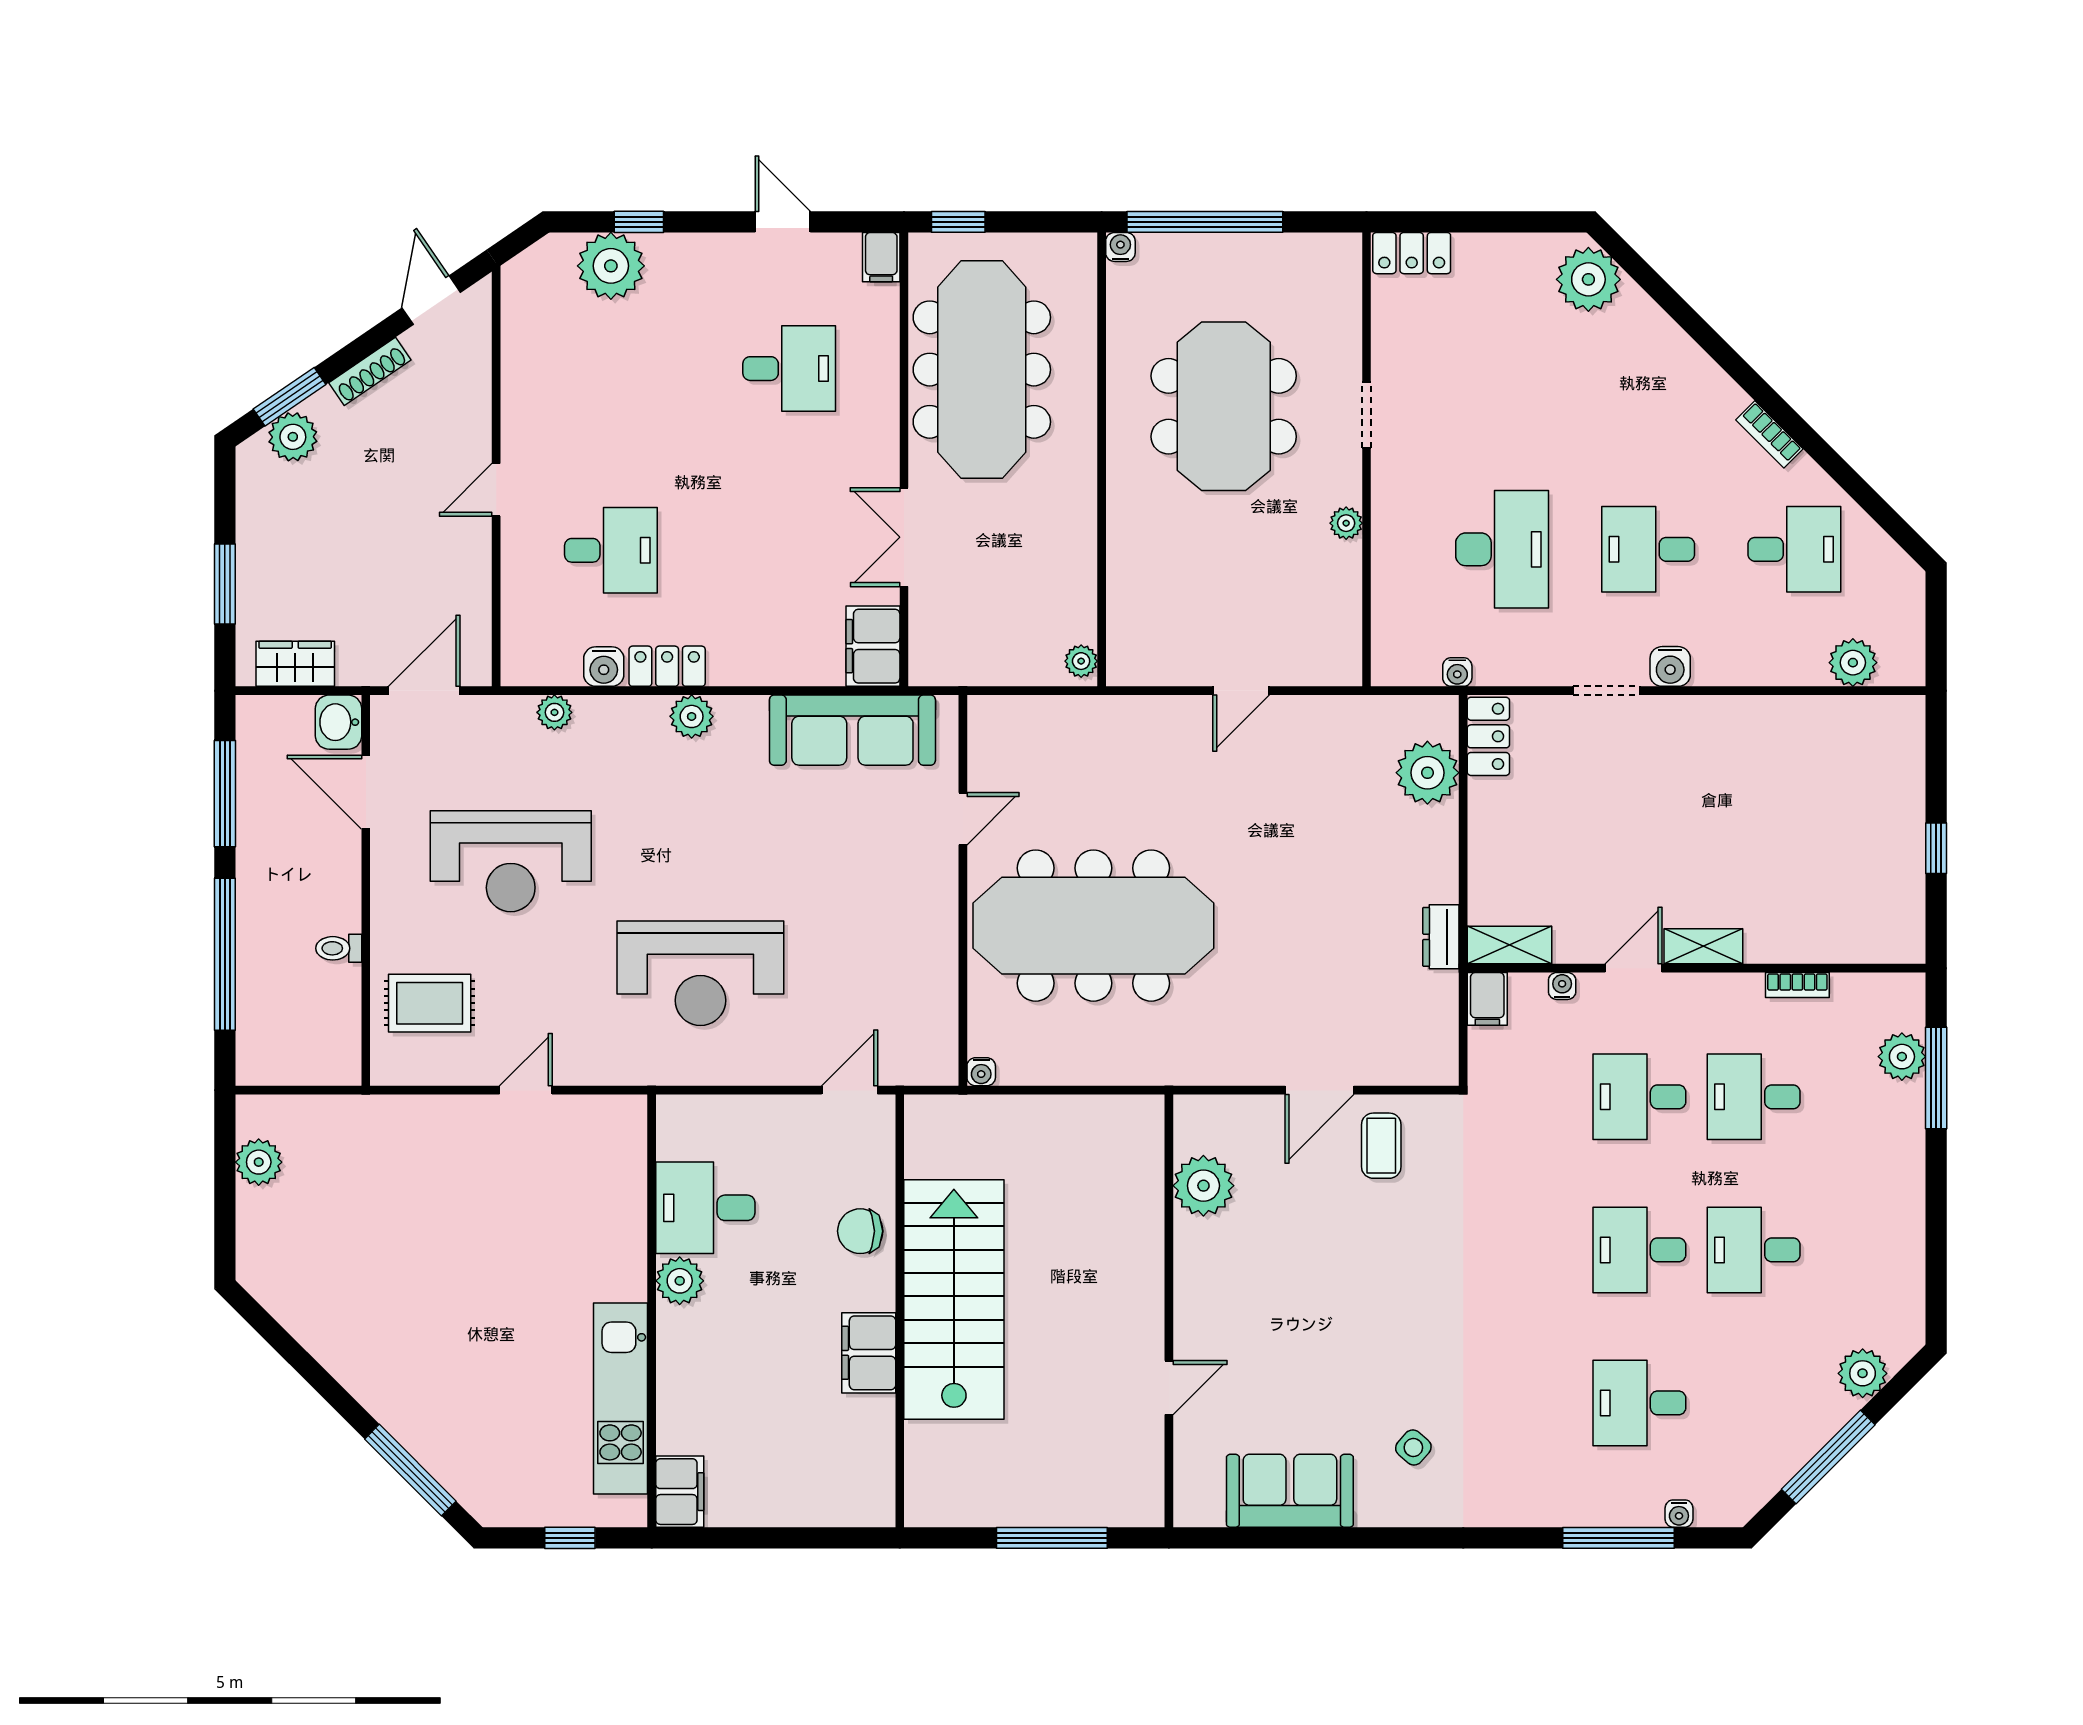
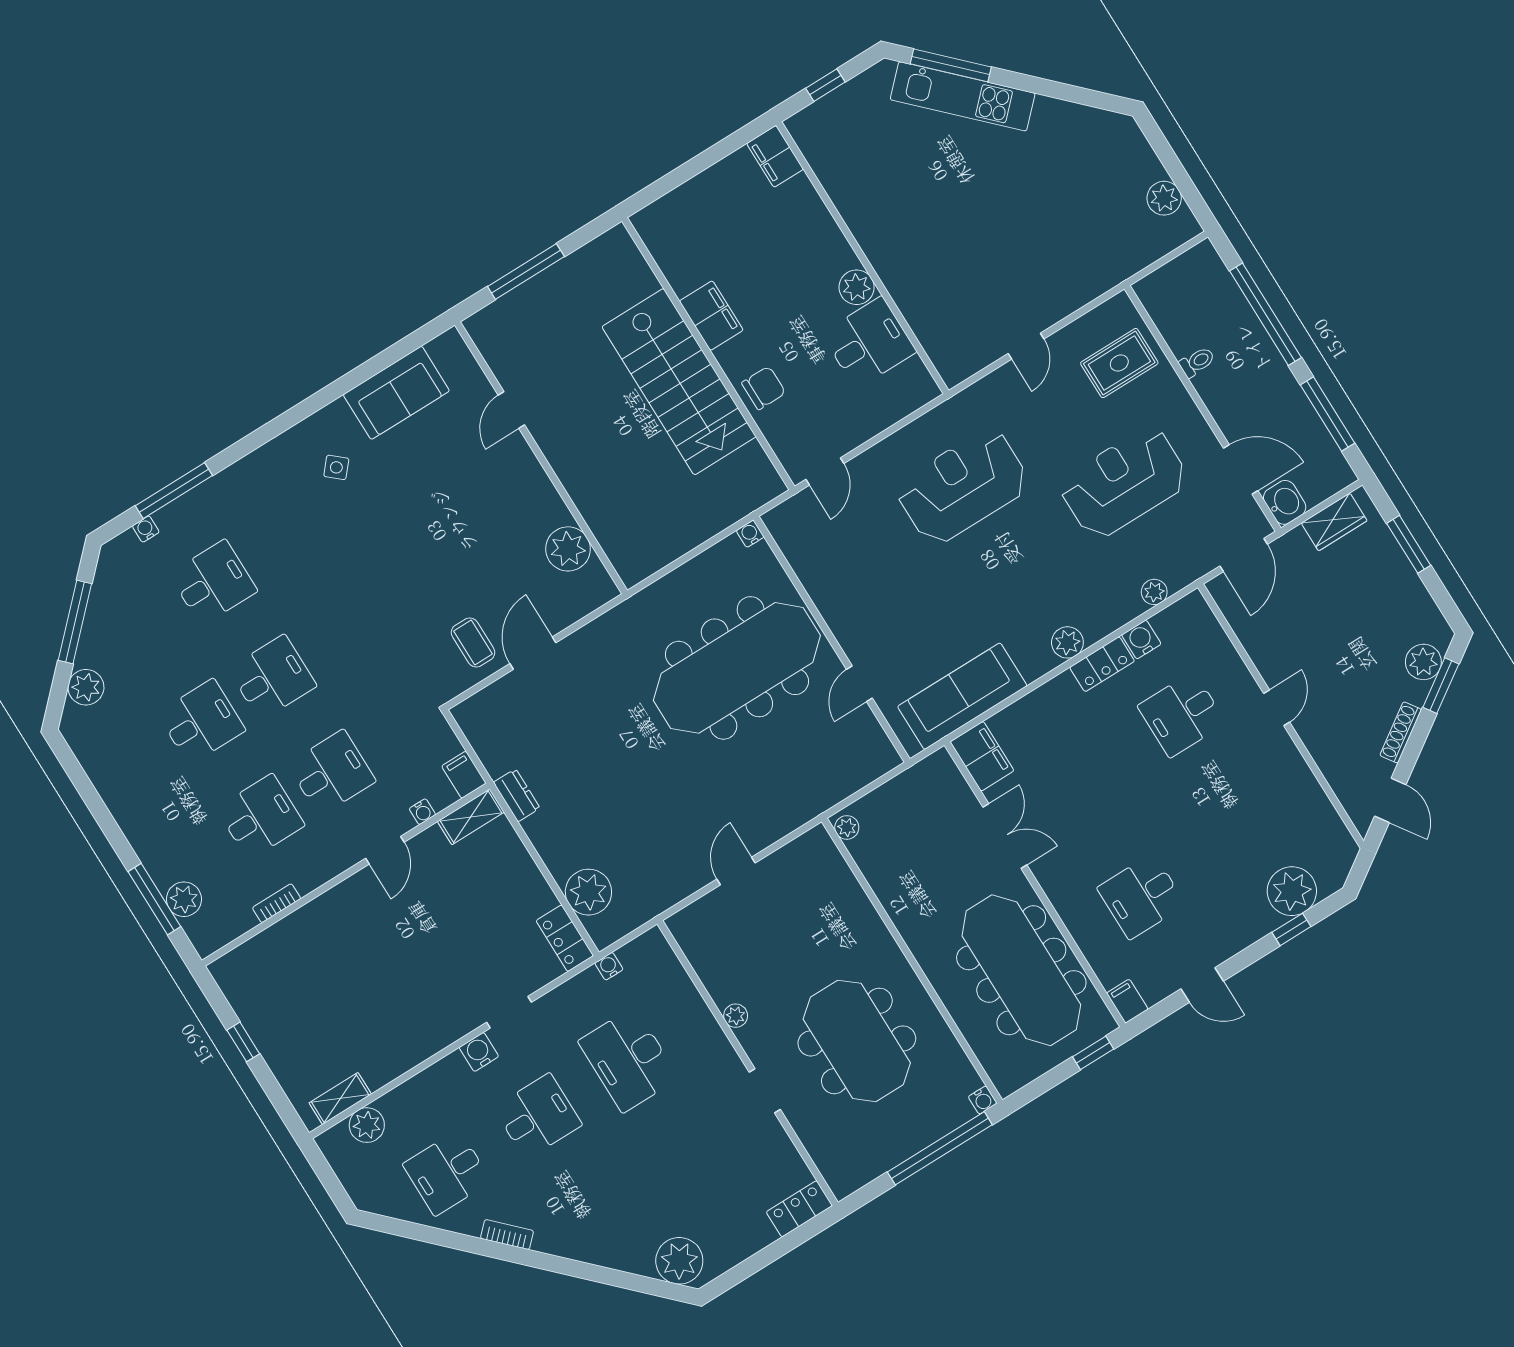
shelving: (1703, 946) -> (340, 1099), moved
kitchen unit: (621, 1398) -> (963, 96), moved, turned 135

